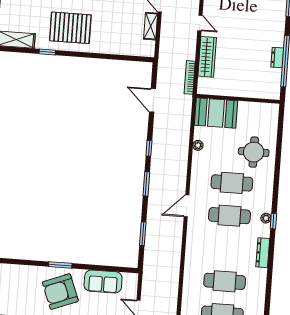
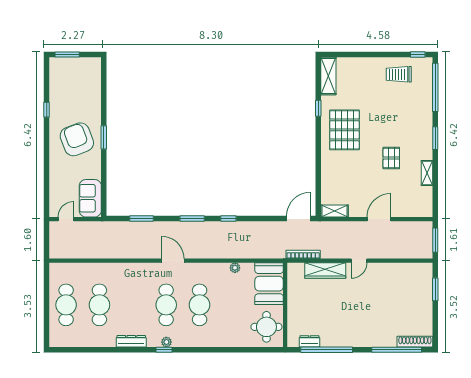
shelving: (151, 26) -> (335, 211), moved
dresser: (277, 58) -> (309, 341), moved
door: (152, 100) -> (299, 218), moved
round table: (254, 152) -> (266, 327), moved
sofa: (103, 281) -> (90, 198), moved

